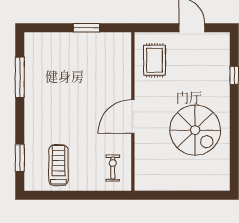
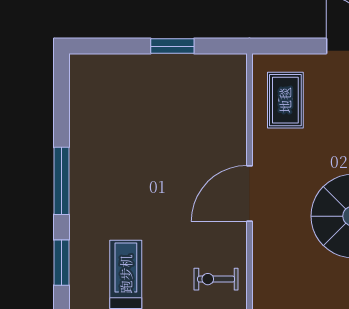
window: (20, 77) -> (61, 181), moved
exercise bike: (113, 168) -> (216, 279), turned -90

